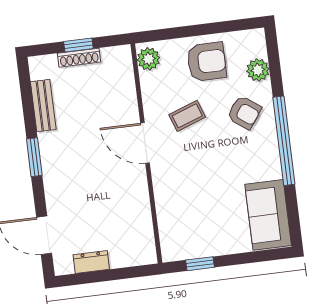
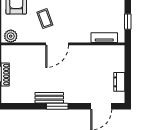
bench: (43, 106) -> (49, 98), moved
tv unit: (167, 225) -> (104, 38), added

